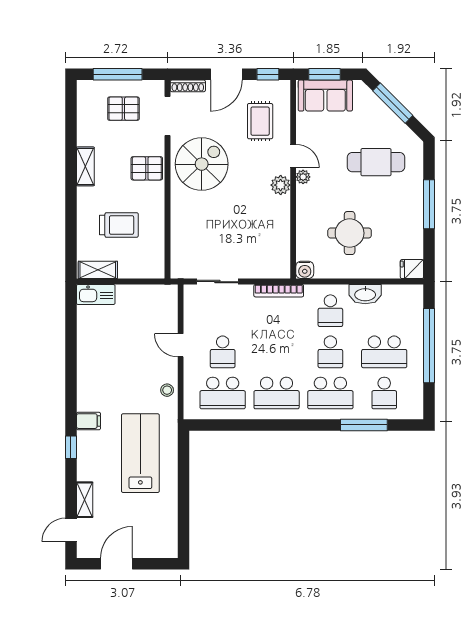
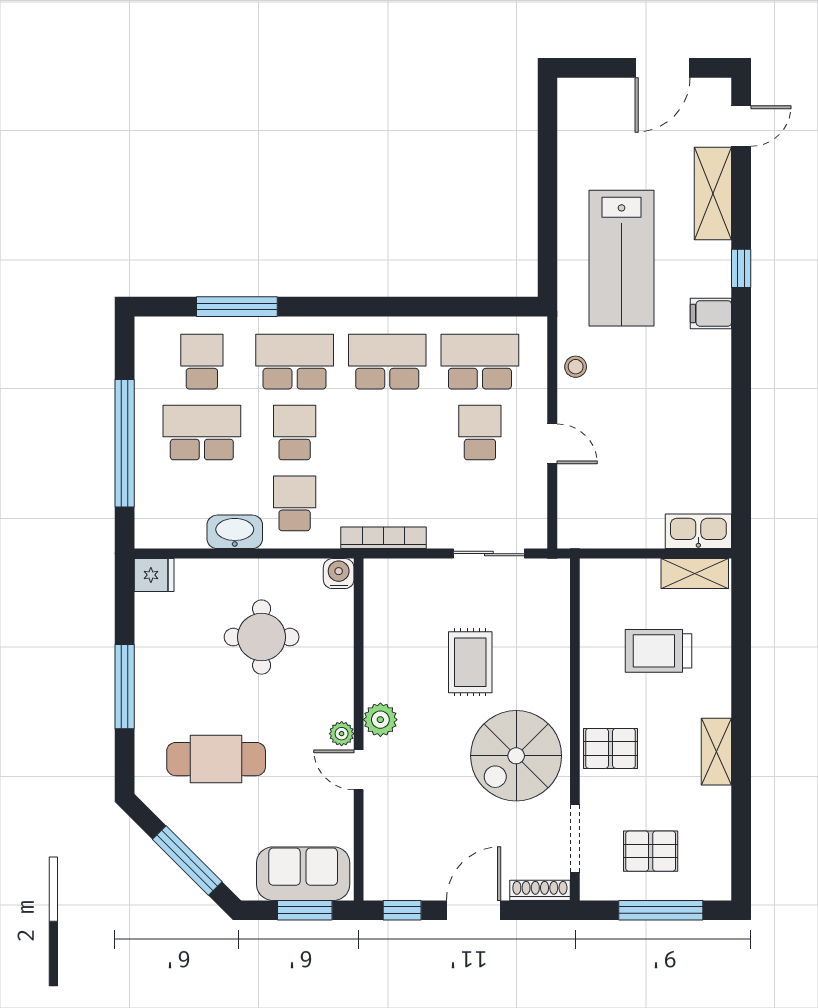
rug: (260, 121) -> (470, 662), moved
shelving: (85, 500) -> (713, 193), width x1.50, depth x1.33

